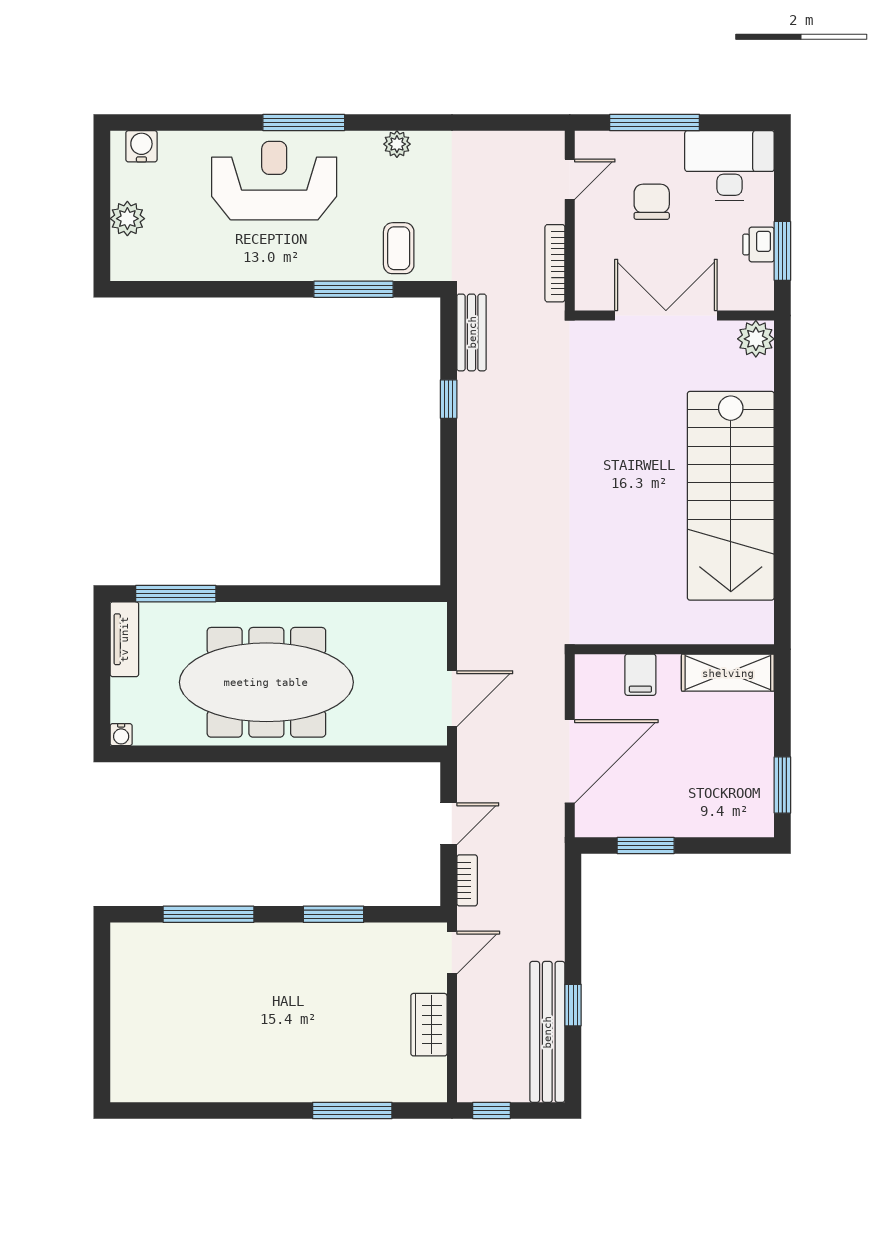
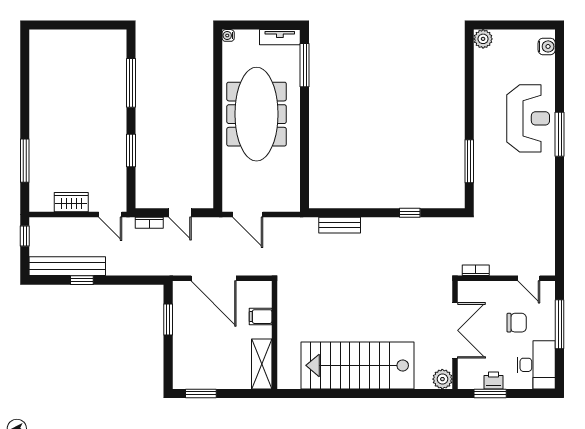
plant: (397, 144) -> (548, 185), removed
plant: (127, 219) -> (483, 39), moved
coffee table: (399, 248) -> (491, 186), removed
bookcase: (555, 263) -> (476, 270), width x0.64
bench: (472, 332) -> (340, 225), moved

